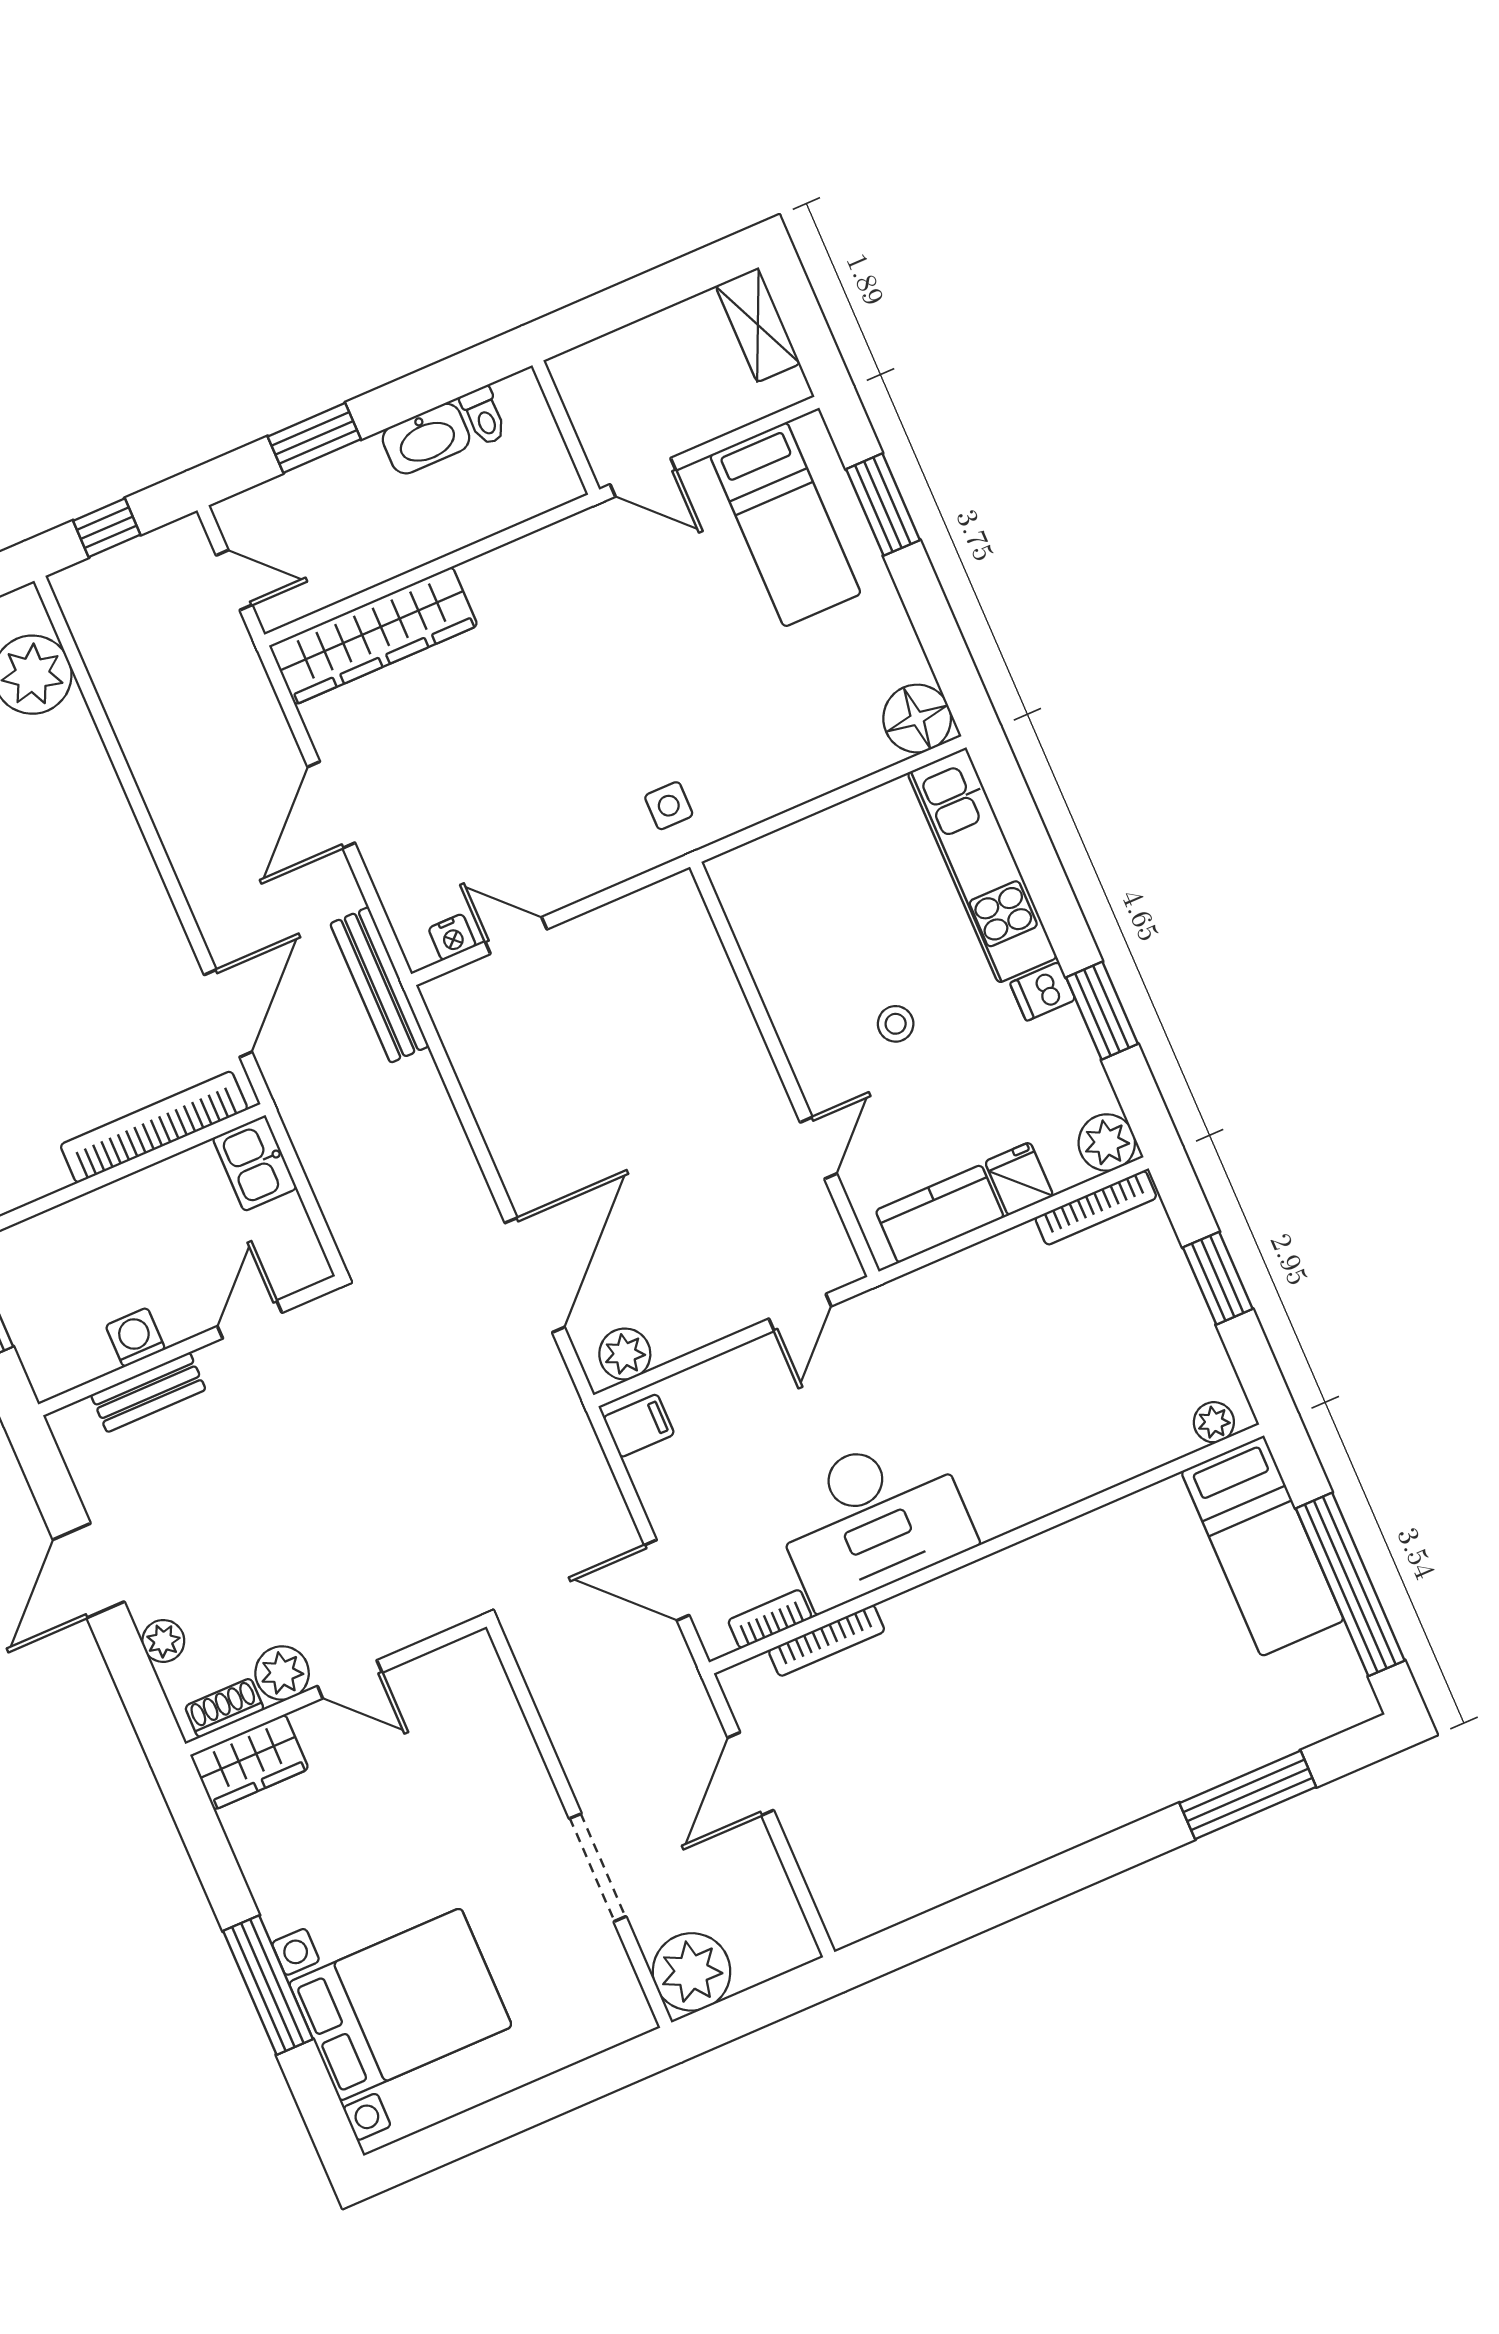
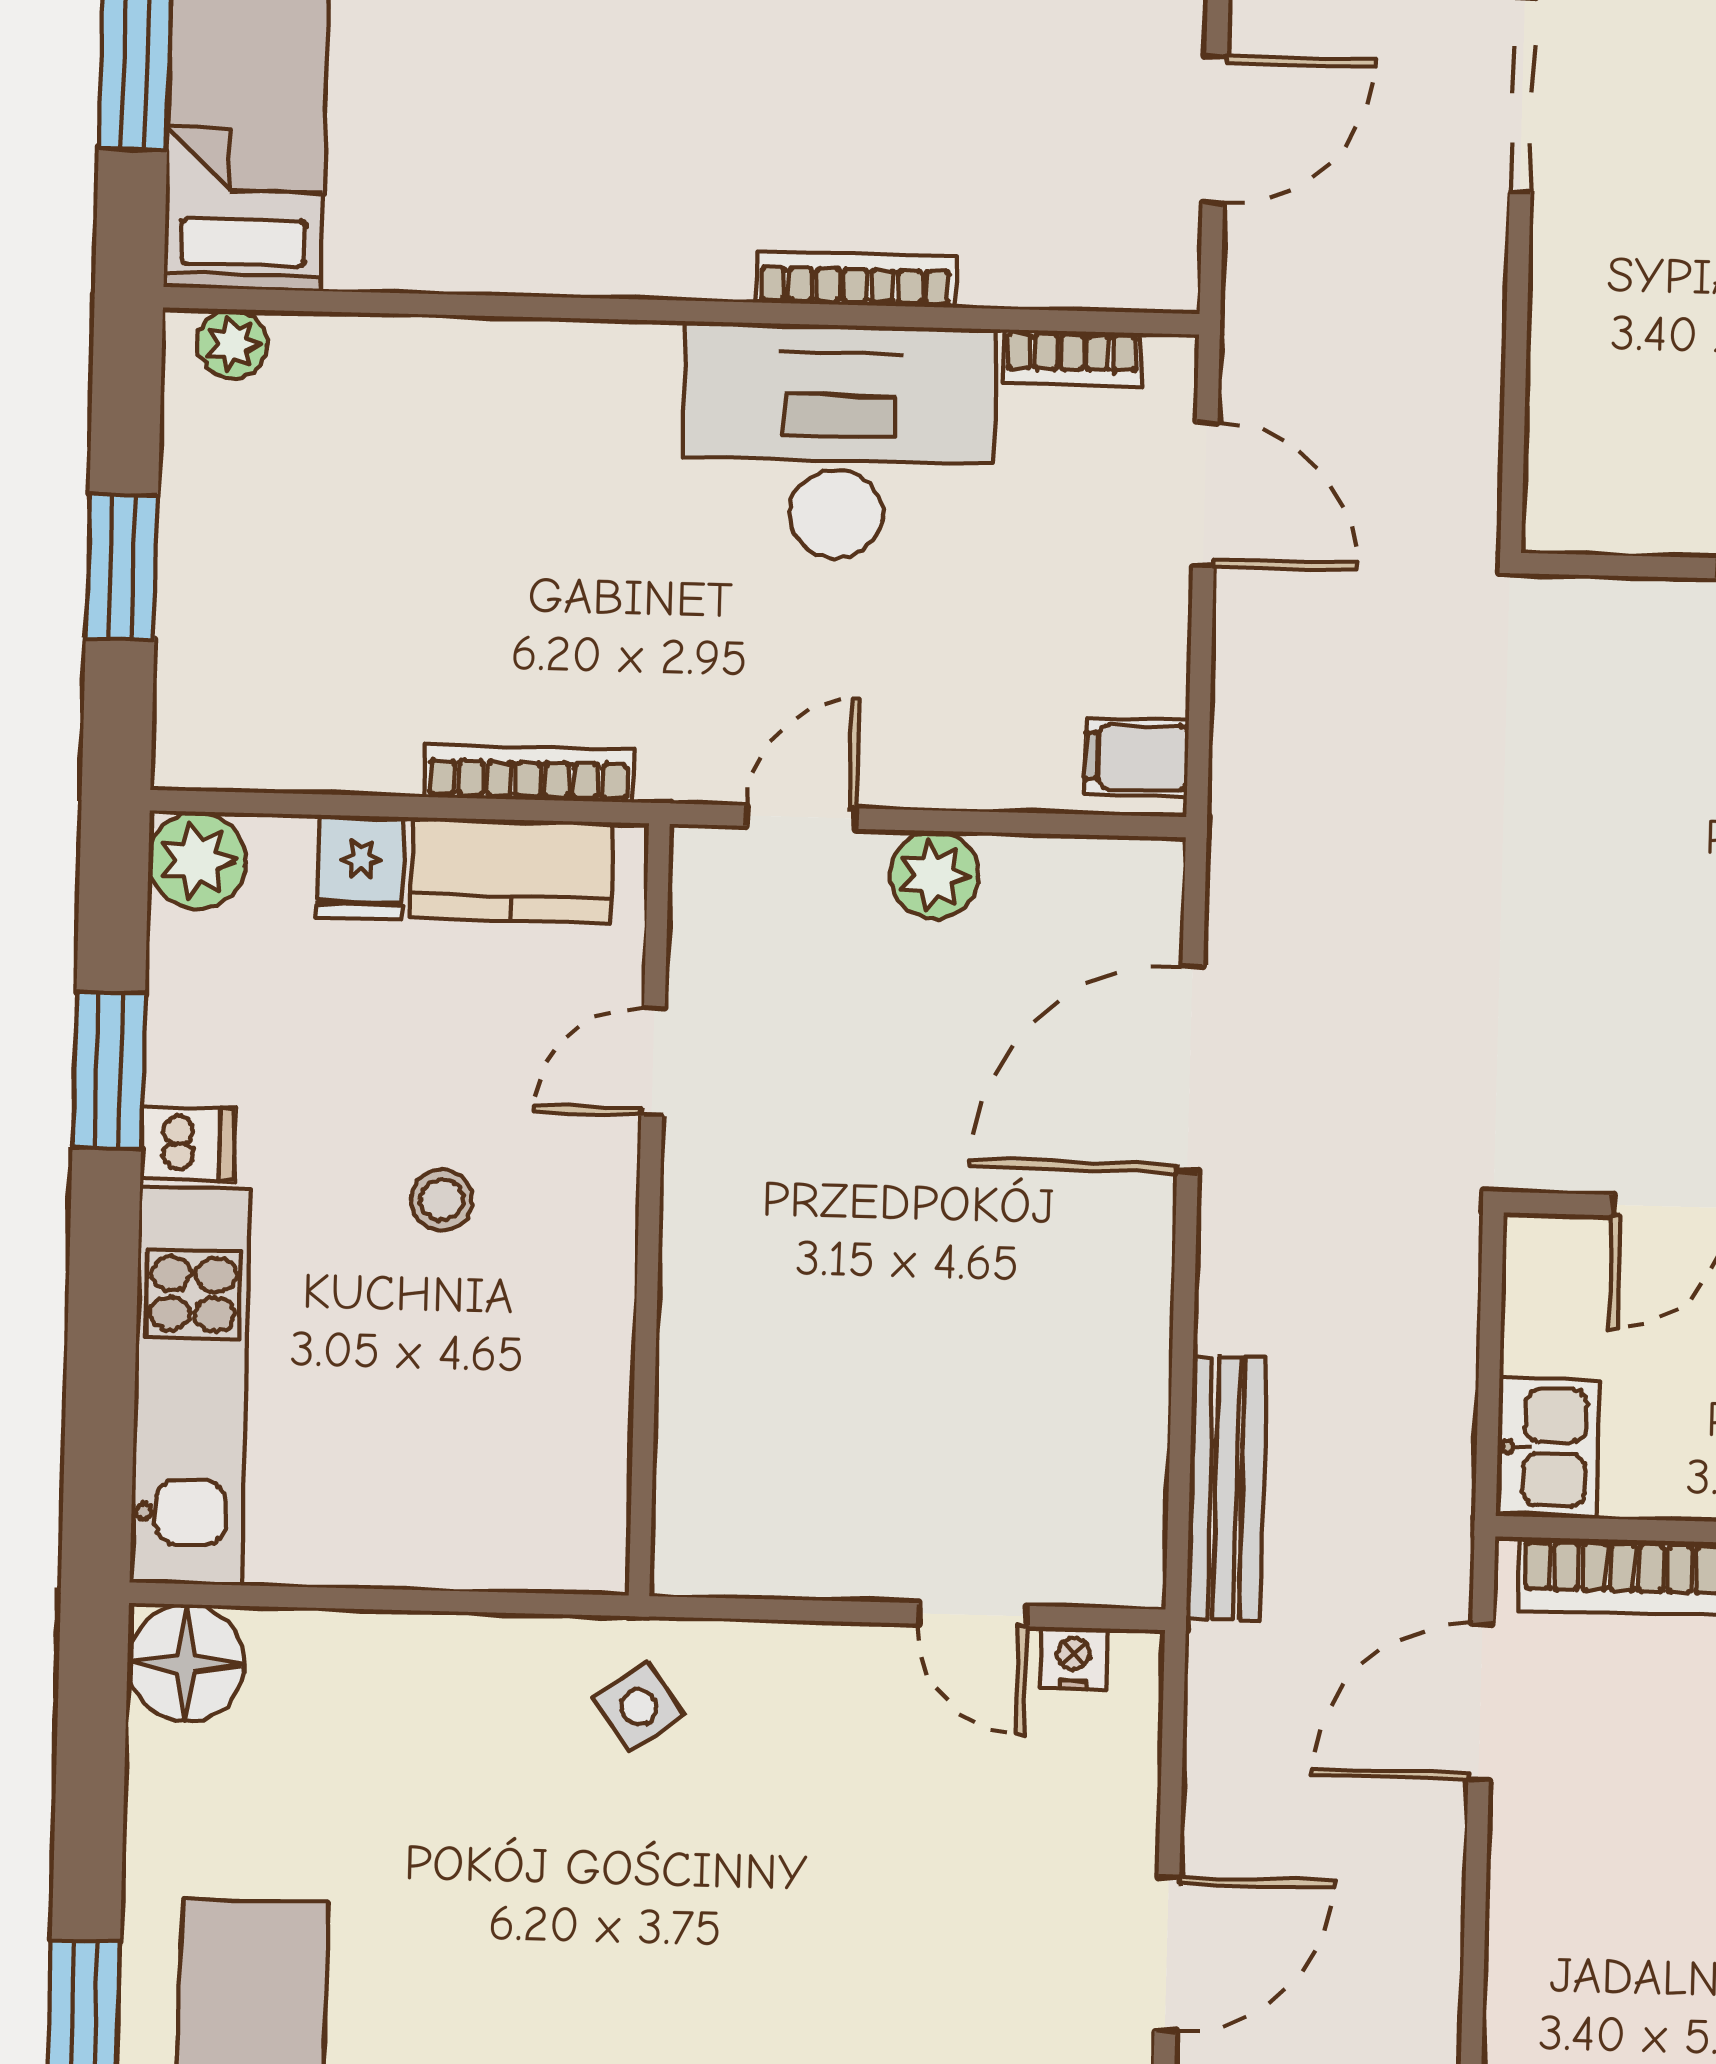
side table: (669, 806) -> (639, 1707), turned -35
bench: (380, 985) -> (1226, 1488), moved
bookcase: (1096, 1208) -> (529, 773), moved
plant: (625, 1354) -> (934, 875), moved
bookcase: (827, 1641) -> (855, 280), moved

